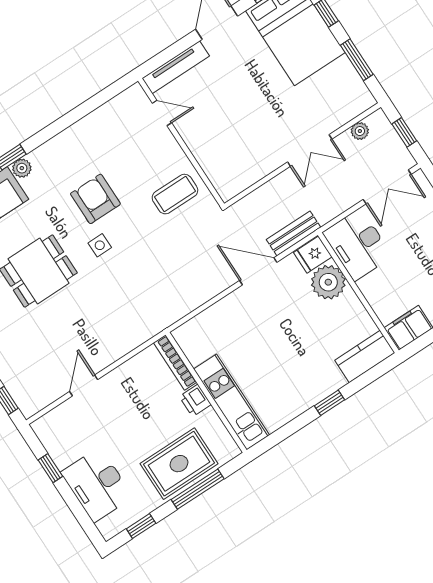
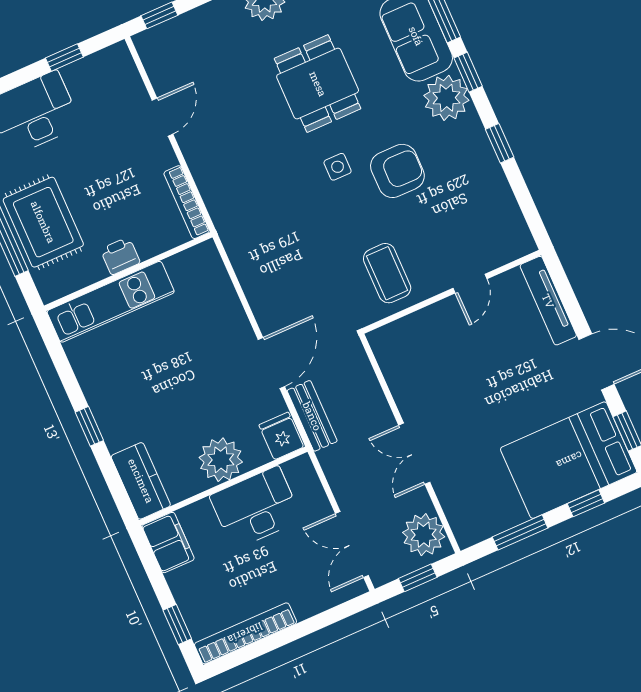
door: (162, 113) -> (470, 284), moved
window: (61, 124) -> (500, 143), added
plant: (360, 131) -> (424, 535), width x1.88, depth x1.88
plant: (22, 168) -> (446, 98), width x1.87, depth x1.87
desk: (358, 245) -> (256, 508), moved
plant: (328, 282) -> (221, 460), moved
bookcase: (175, 363) -> (187, 202), moved, turned -90
door: (84, 385) -> (162, 117), hinge flipped

